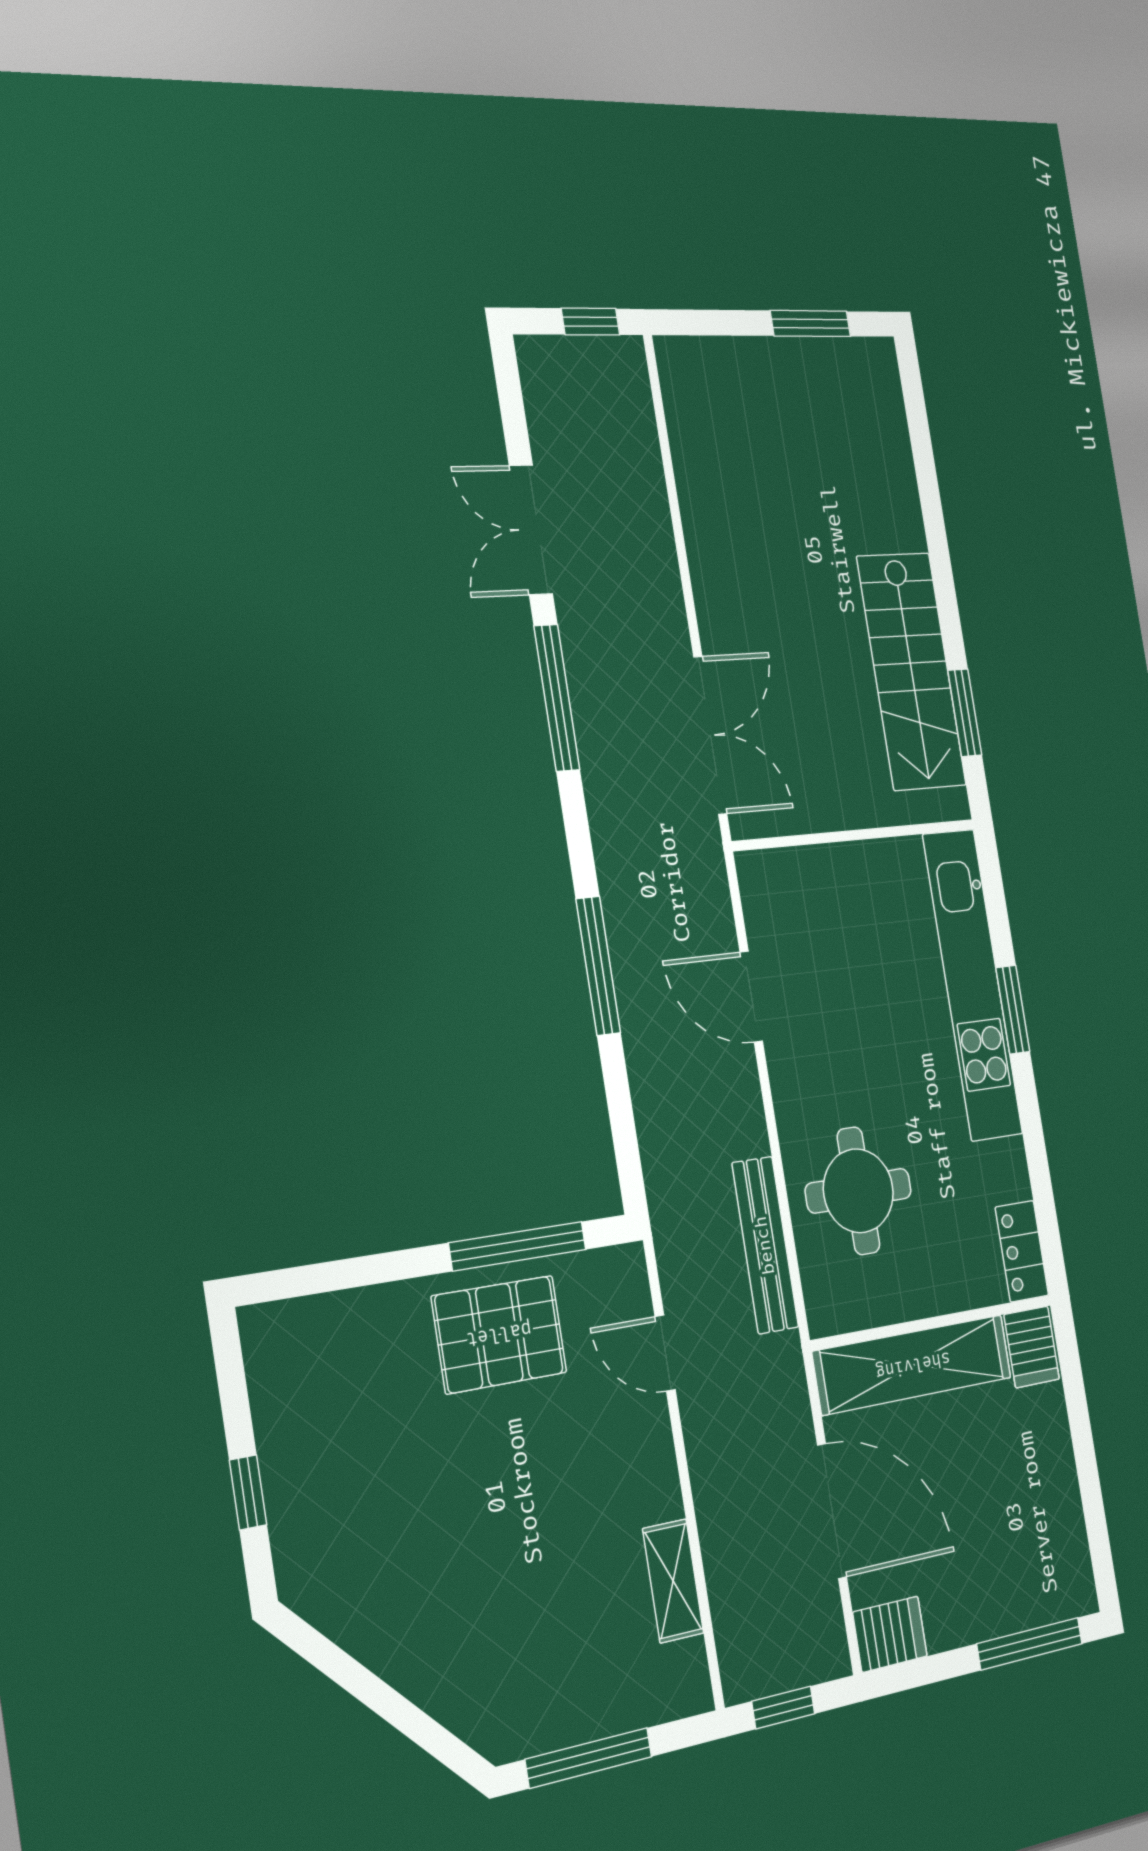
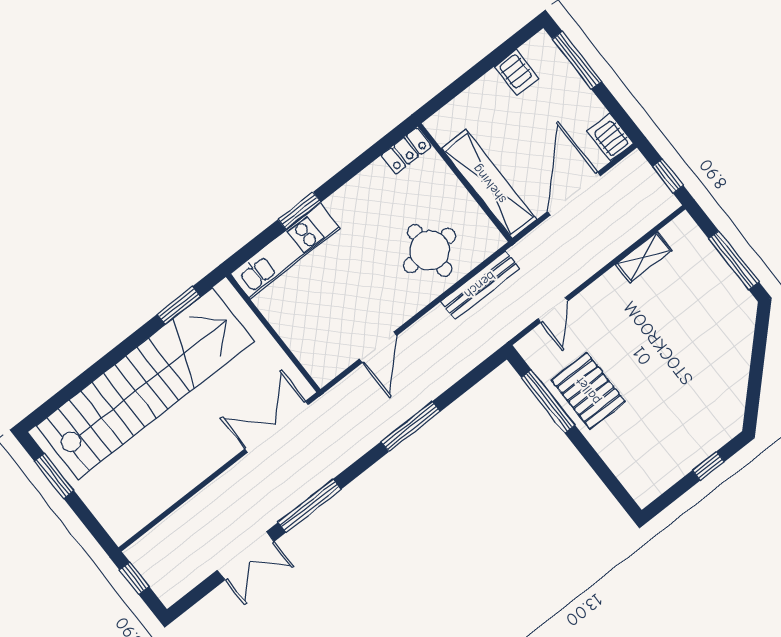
stairs: (911, 671) -> (145, 384), width x1.86, depth x1.51
kitchen unit: (972, 984) -> (285, 251), width x0.73
server rack: (1032, 1347) -> (516, 73), moved, turned 90

